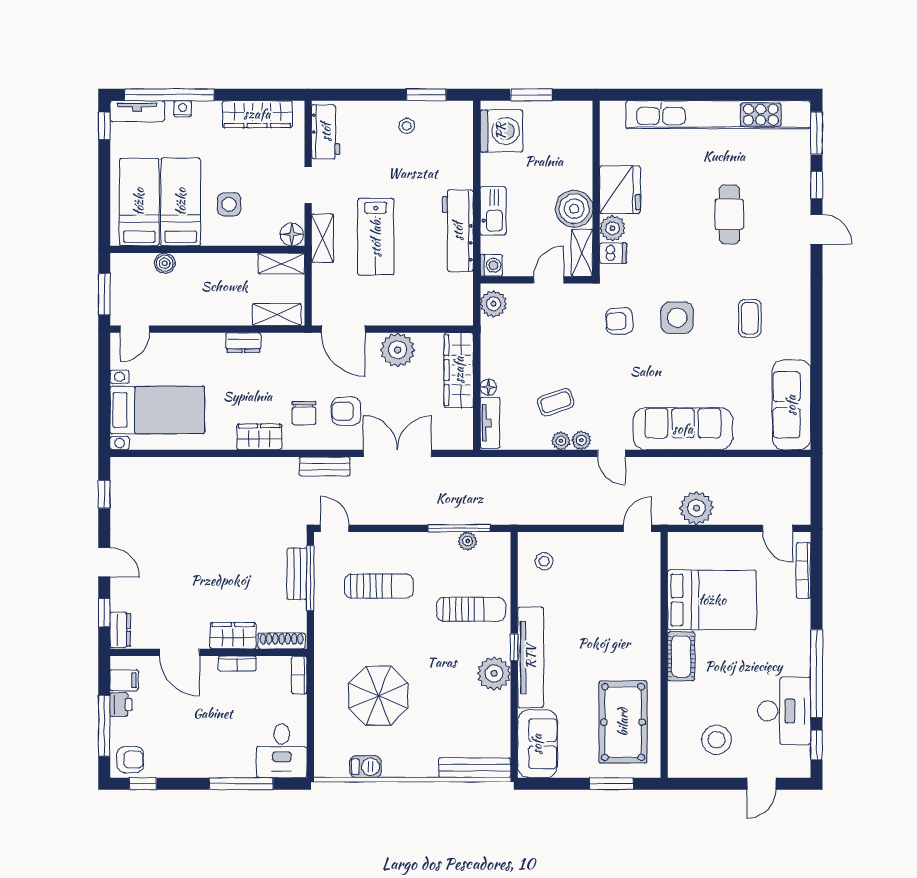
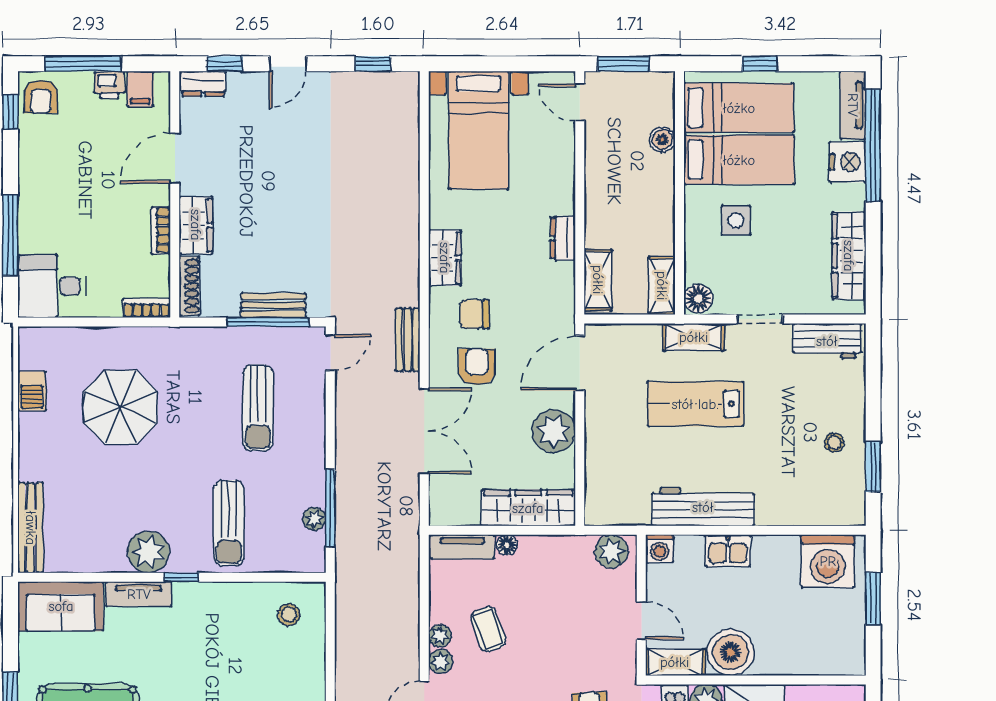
nightstand: (183, 109) -> (847, 162), width x1.89, depth x1.79
window: (104, 126) -> (759, 64), moved
kitchen sink: (493, 211) -> (728, 551), width x0.73
tv unit: (531, 657) -> (139, 594), width x0.52, depth x0.78

